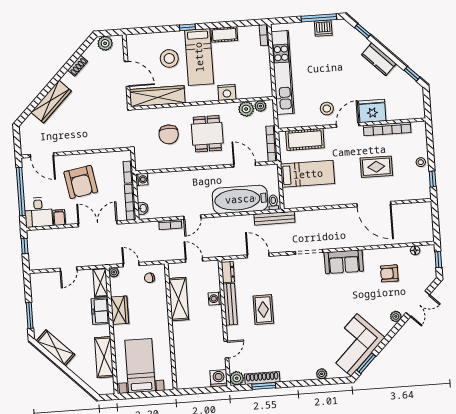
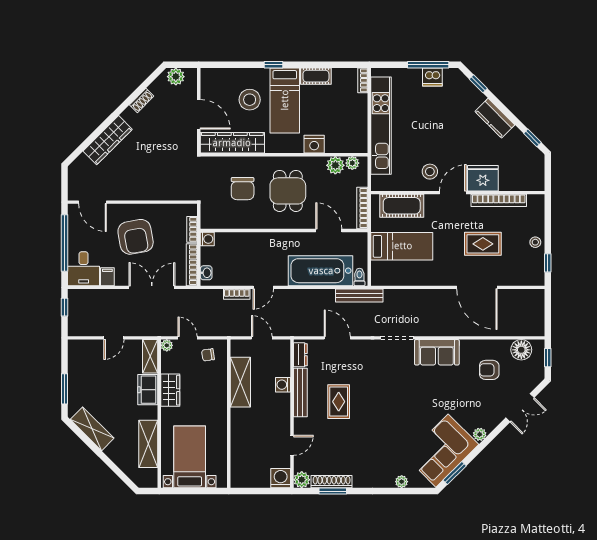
floor lamp: (415, 250) -> (521, 350), width x1.89, depth x1.89
plant: (396, 316) -> (480, 434), moved

